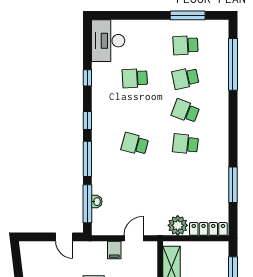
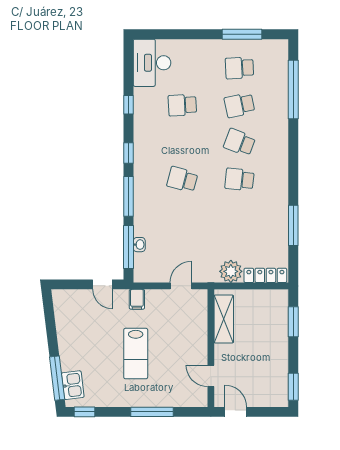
filing cabinet: (114, 250) -> (137, 299), moved

